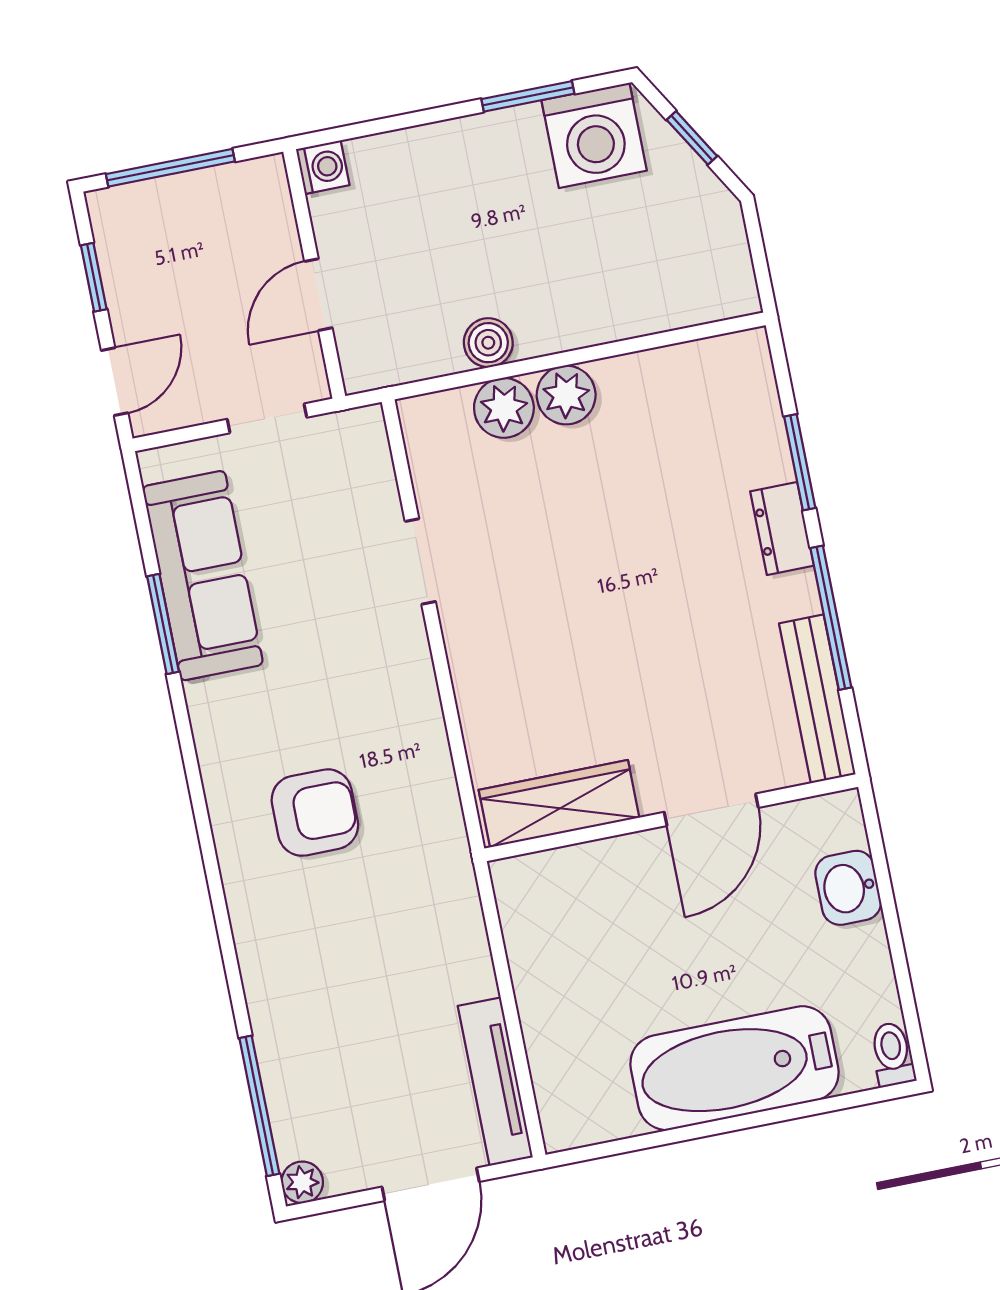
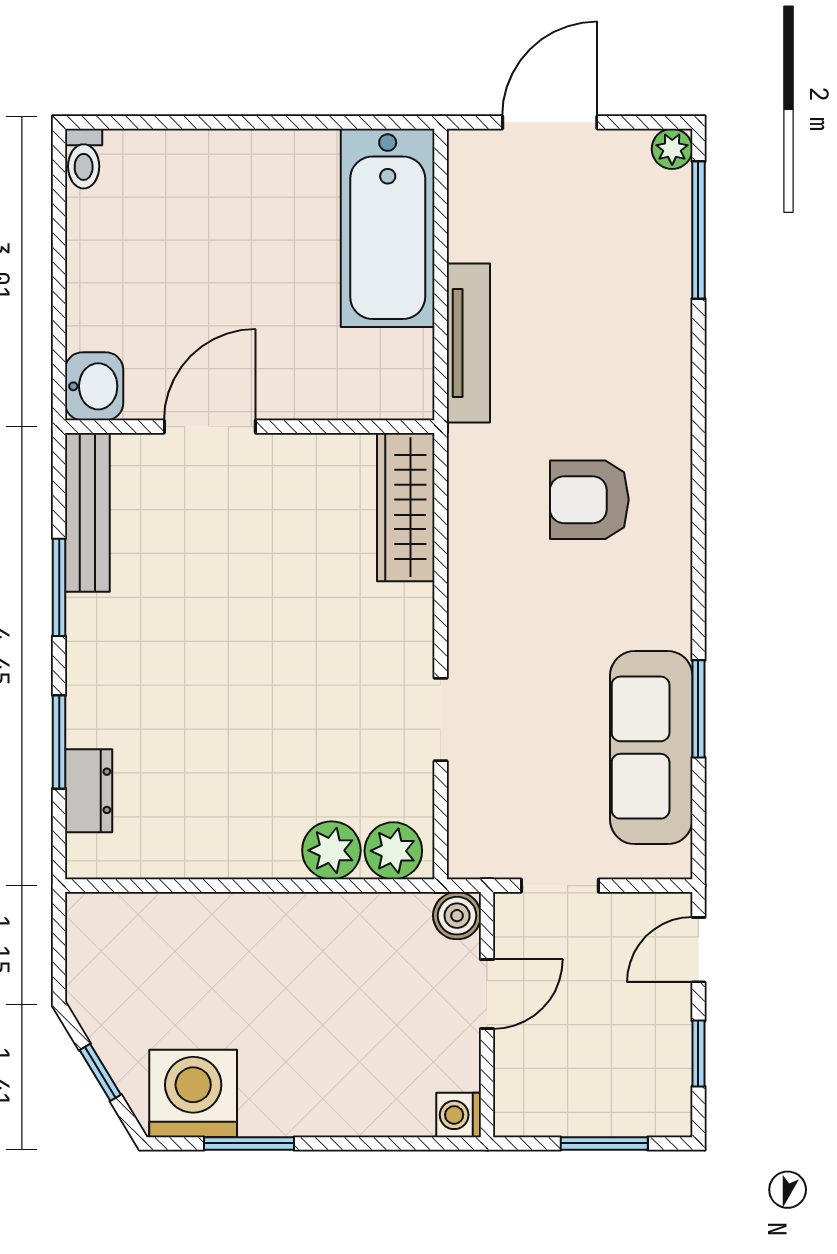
window: (170, 168) -> (604, 1143), width x0.69
boiler: (488, 343) -> (457, 916), moved
plant: (566, 395) -> (393, 851), moved
dresser: (782, 528) -> (89, 791), moved
window: (831, 618) -> (59, 587), width x0.69
wardrobe: (559, 804) -> (406, 507), moved, turned 90
washbasin: (848, 888) -> (94, 386), moved
bathtub: (735, 1068) -> (388, 228), moved, turned 90
tv unit: (495, 1082) -> (468, 343), moved

